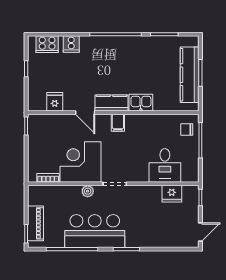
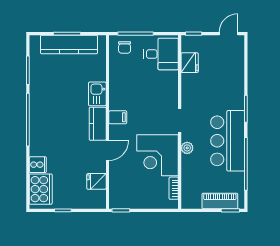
cooker: (47, 44) -> (41, 189), width x1.37, depth x1.31
desk: (165, 165) -> (161, 54), moved
door: (200, 232) -> (229, 34), hinge flipped

